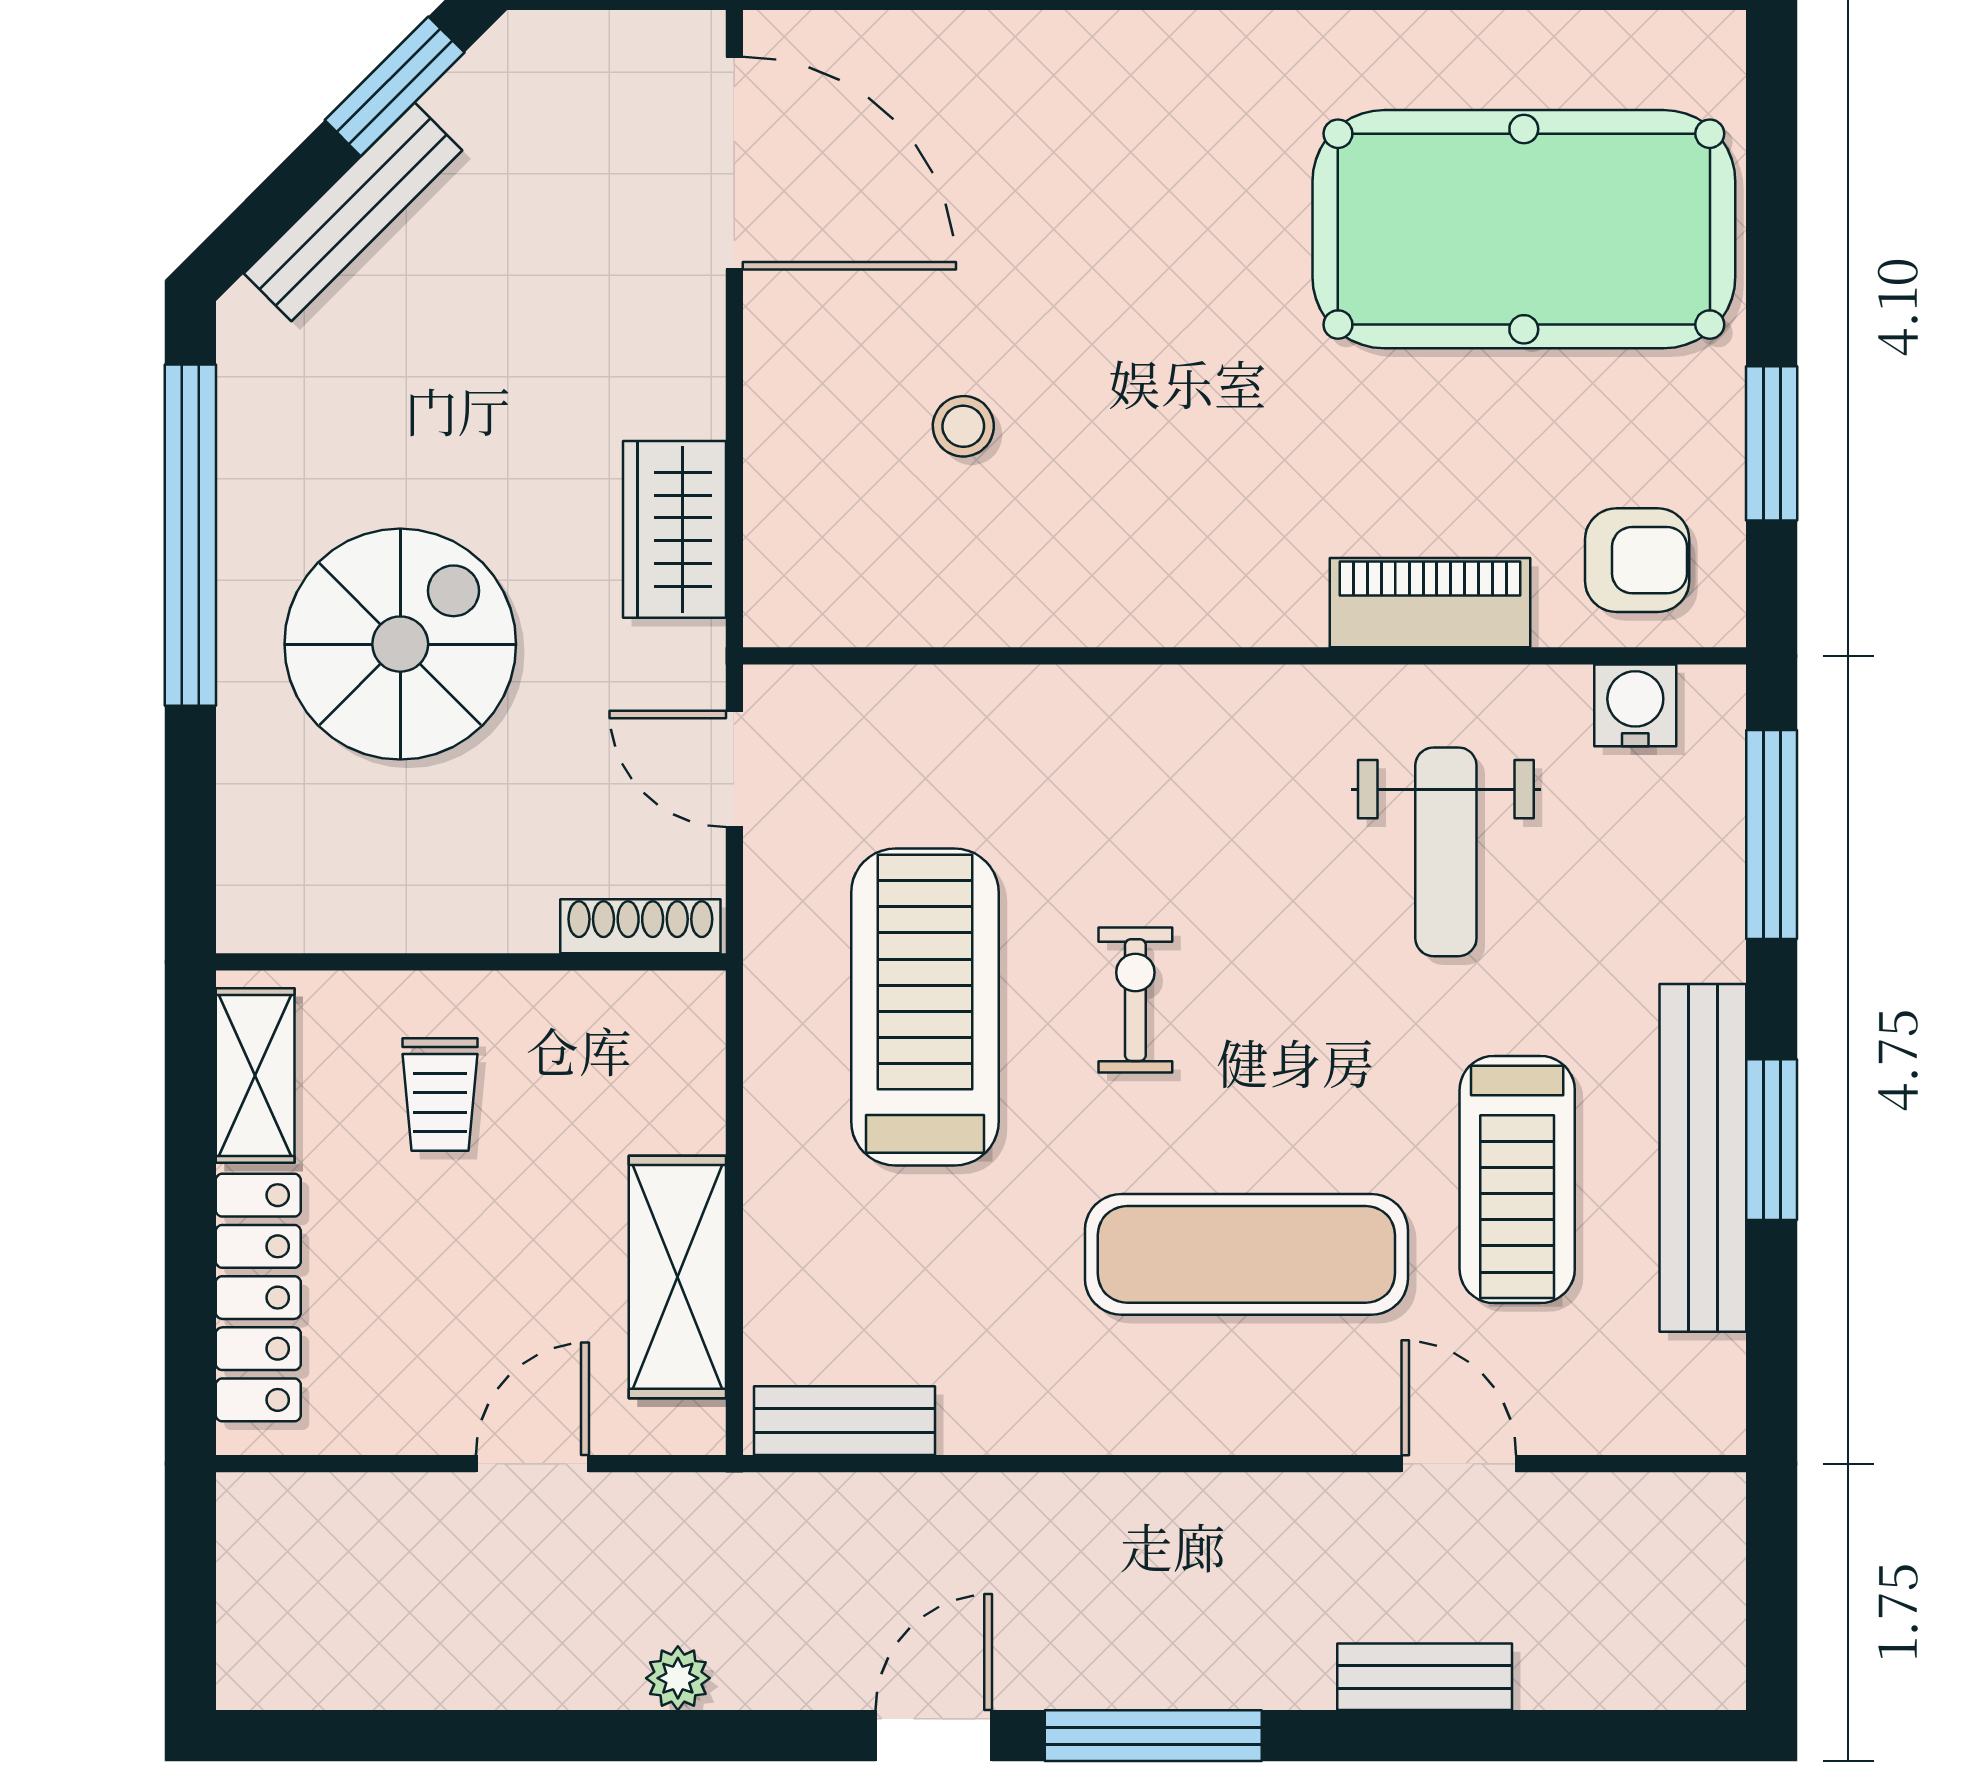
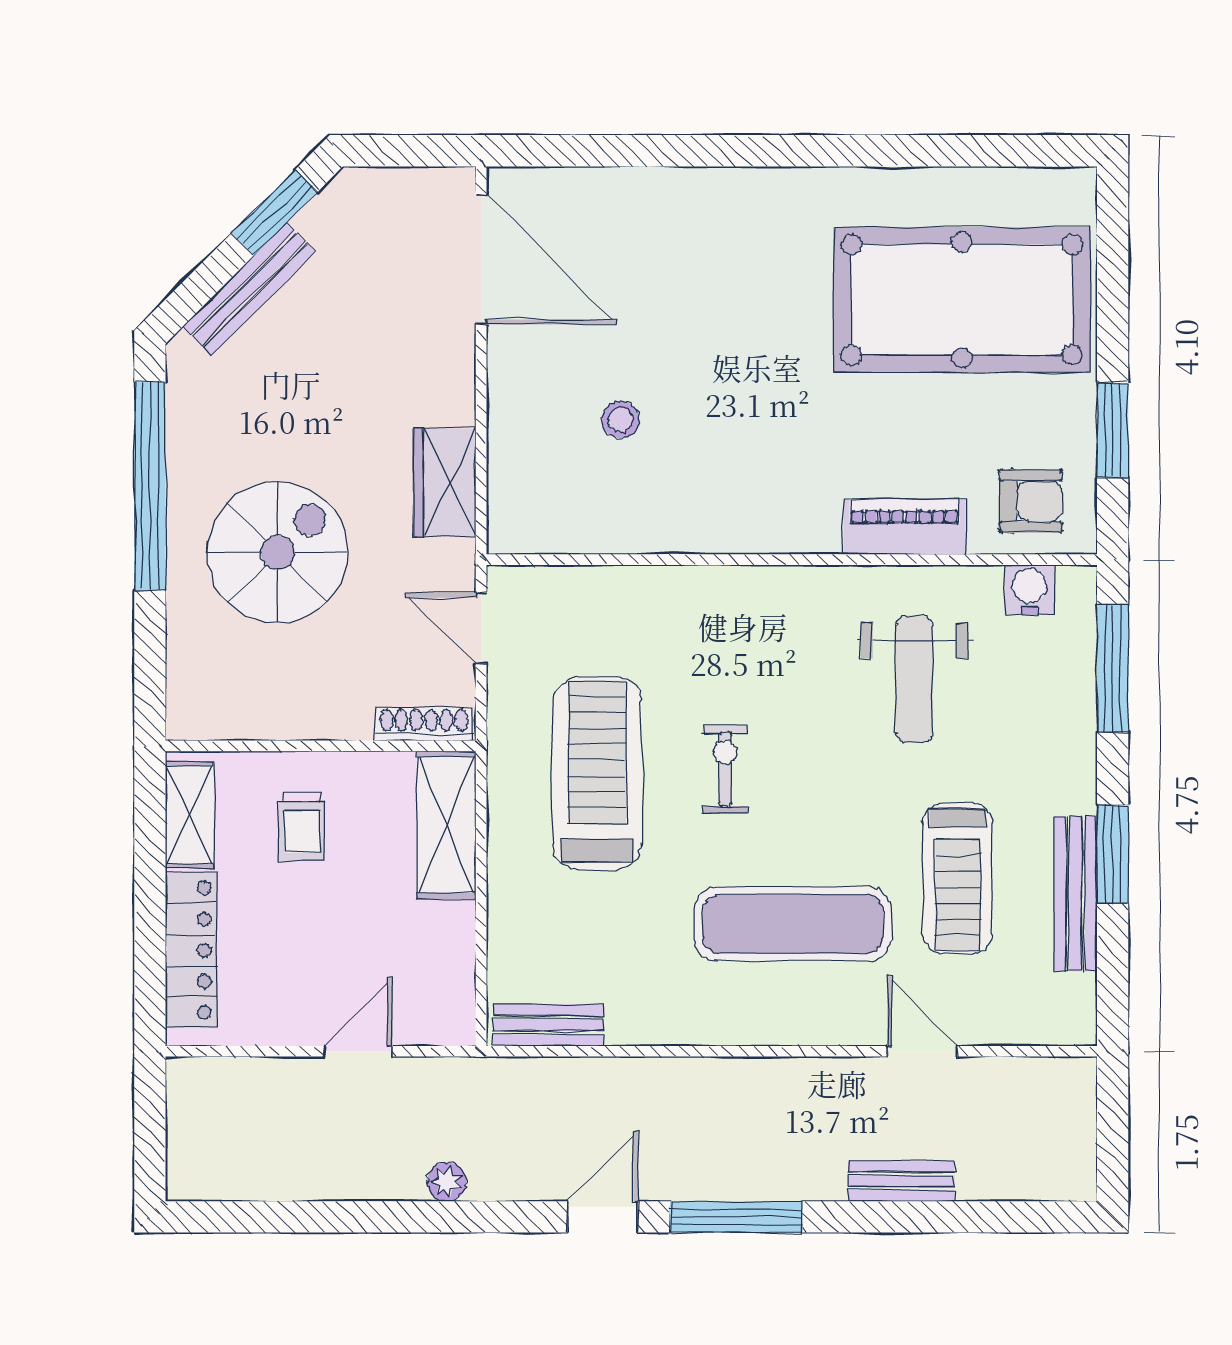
bench: (1703, 1158) -> (1075, 894), width x0.73, depth x0.82
shelving: (677, 1277) -> (446, 825), moved

